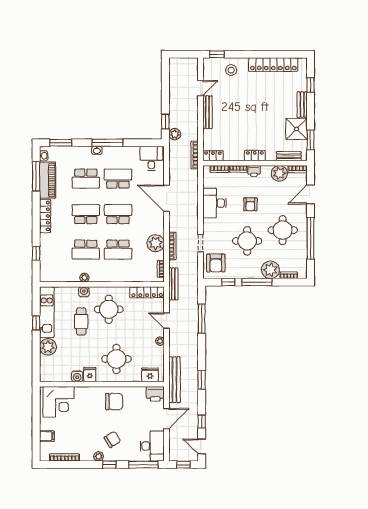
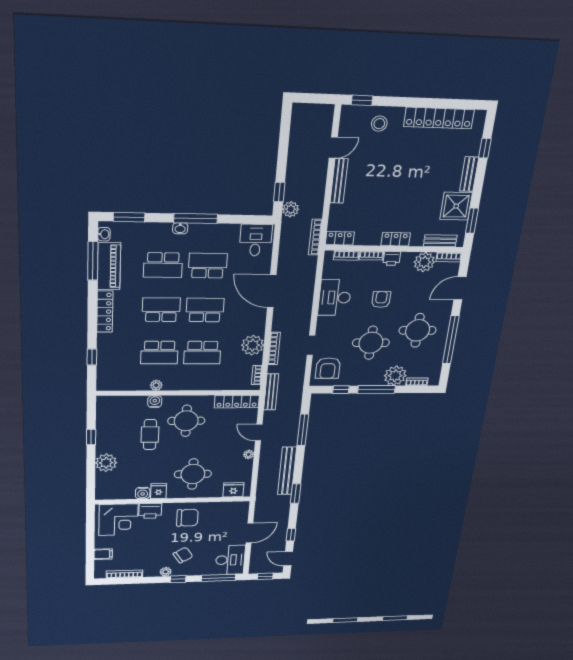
armchair: (250, 204) -> (381, 299), turned 180
kitchen unit: (47, 312) -> (105, 425), removed
bench: (174, 380) -> (287, 471), moved
printer: (155, 394) -> (150, 511), moved

